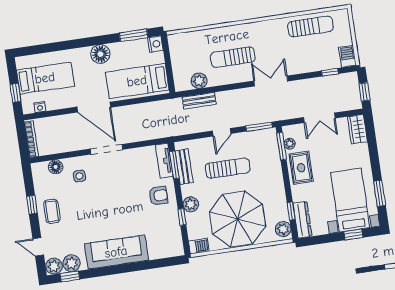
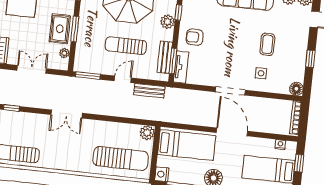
sun lounger: (233, 57) -> (121, 159), moved, width x1.36, depth x1.34
plant: (199, 81) -> (147, 133), moved
bench: (199, 101) -> (149, 91), moved
window: (282, 146) -> (75, 29), moved
floor lamp: (56, 167) -> (296, 89), moved
coffee table: (52, 211) -> (267, 44), moved

